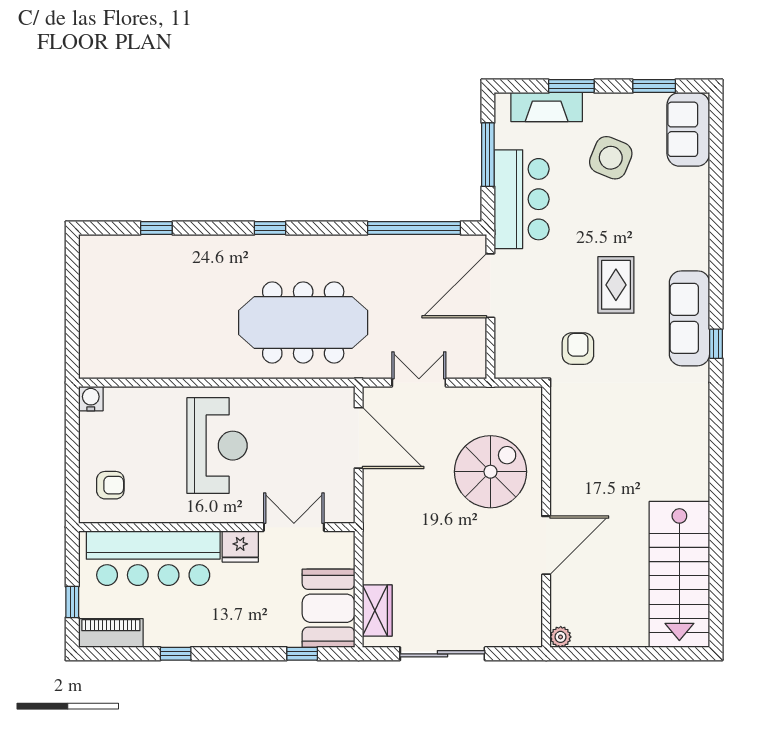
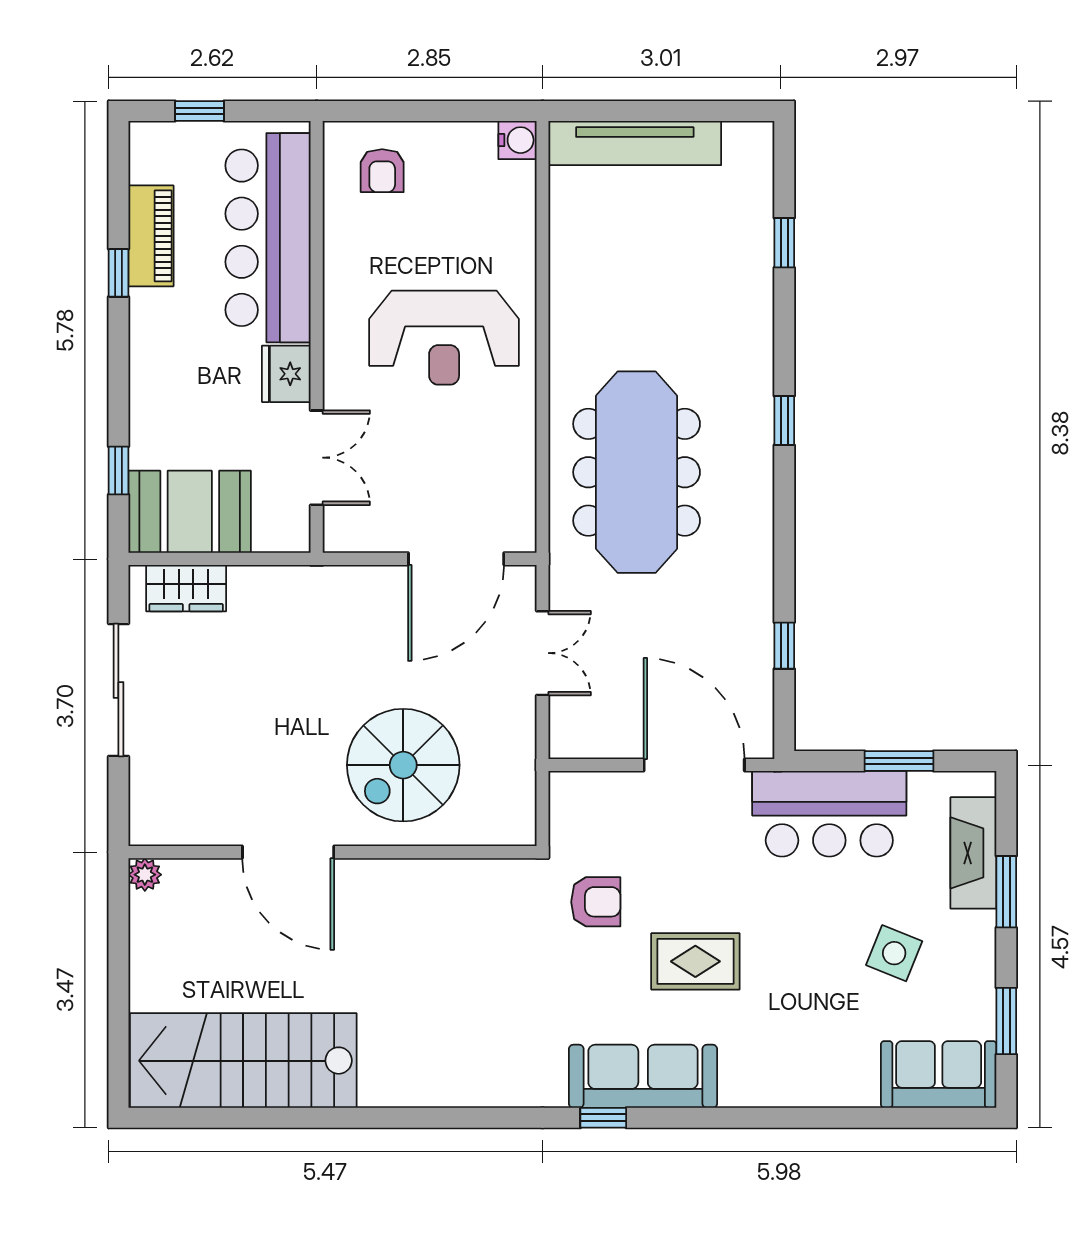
window: (488, 155) -> (899, 761), width x0.69
side table: (611, 158) -> (894, 953), width x0.73, depth x0.73
window: (414, 228) -> (784, 646), width x0.32
tv unit: (93, 324) -> (635, 143), added
spiral stairs: (490, 472) -> (403, 765), turned 90
piano: (111, 633) -> (151, 236), moved

